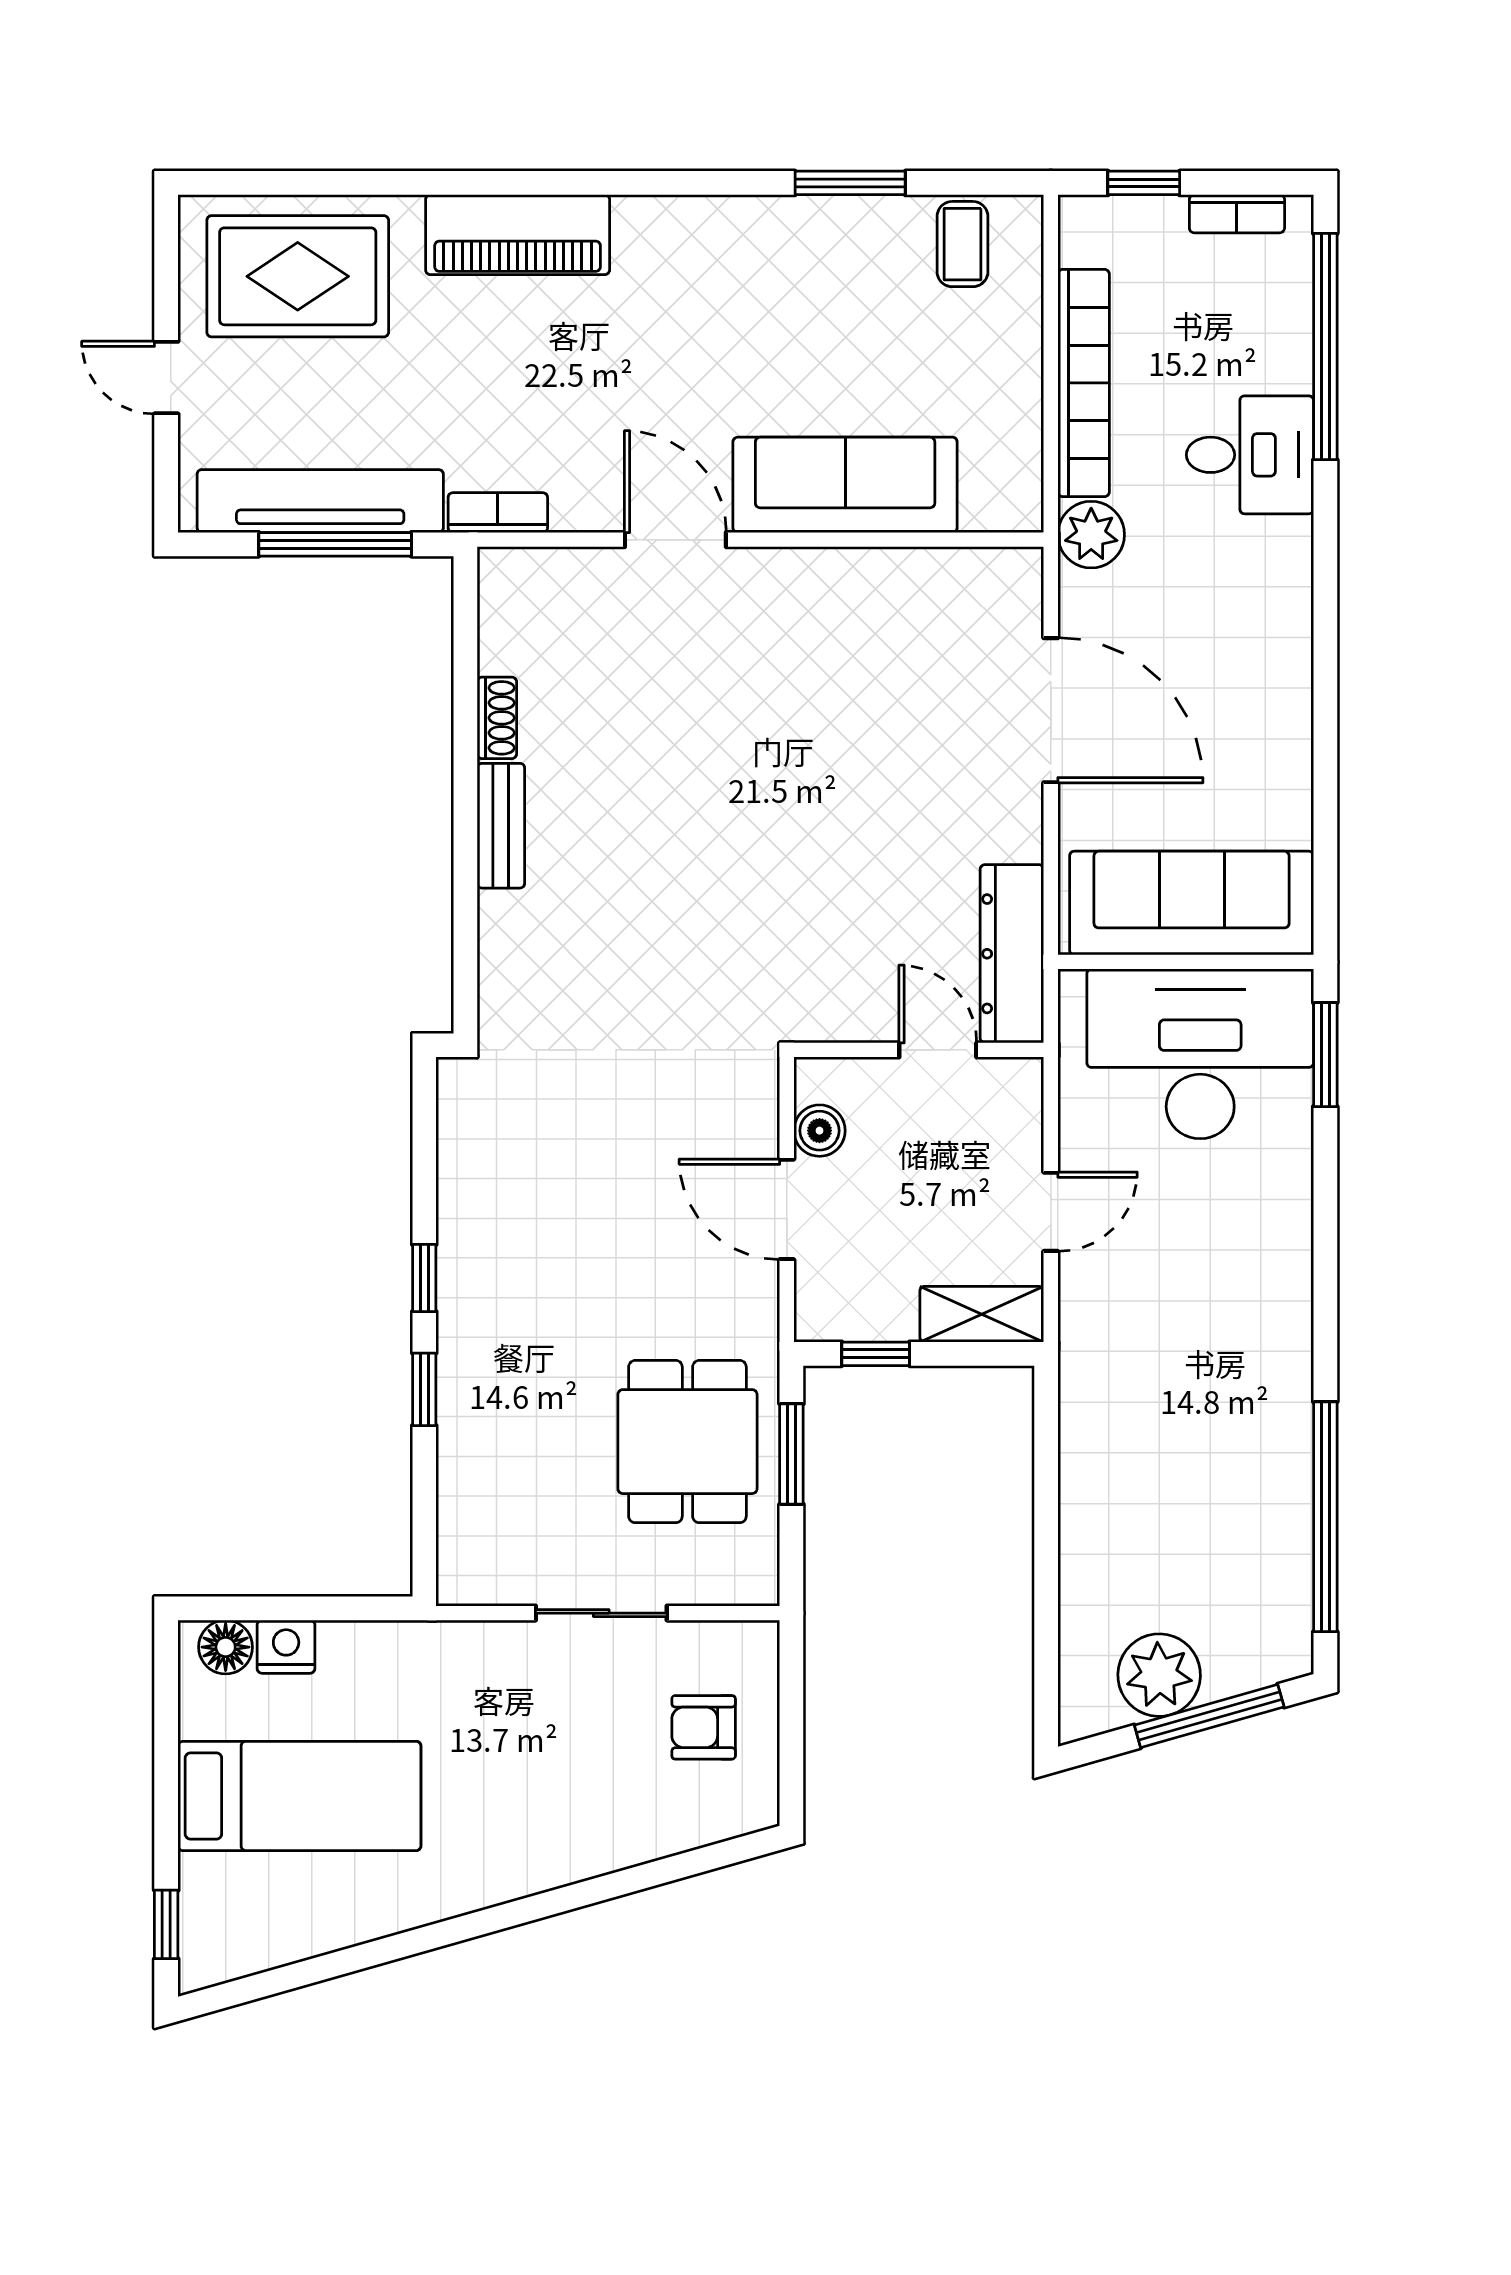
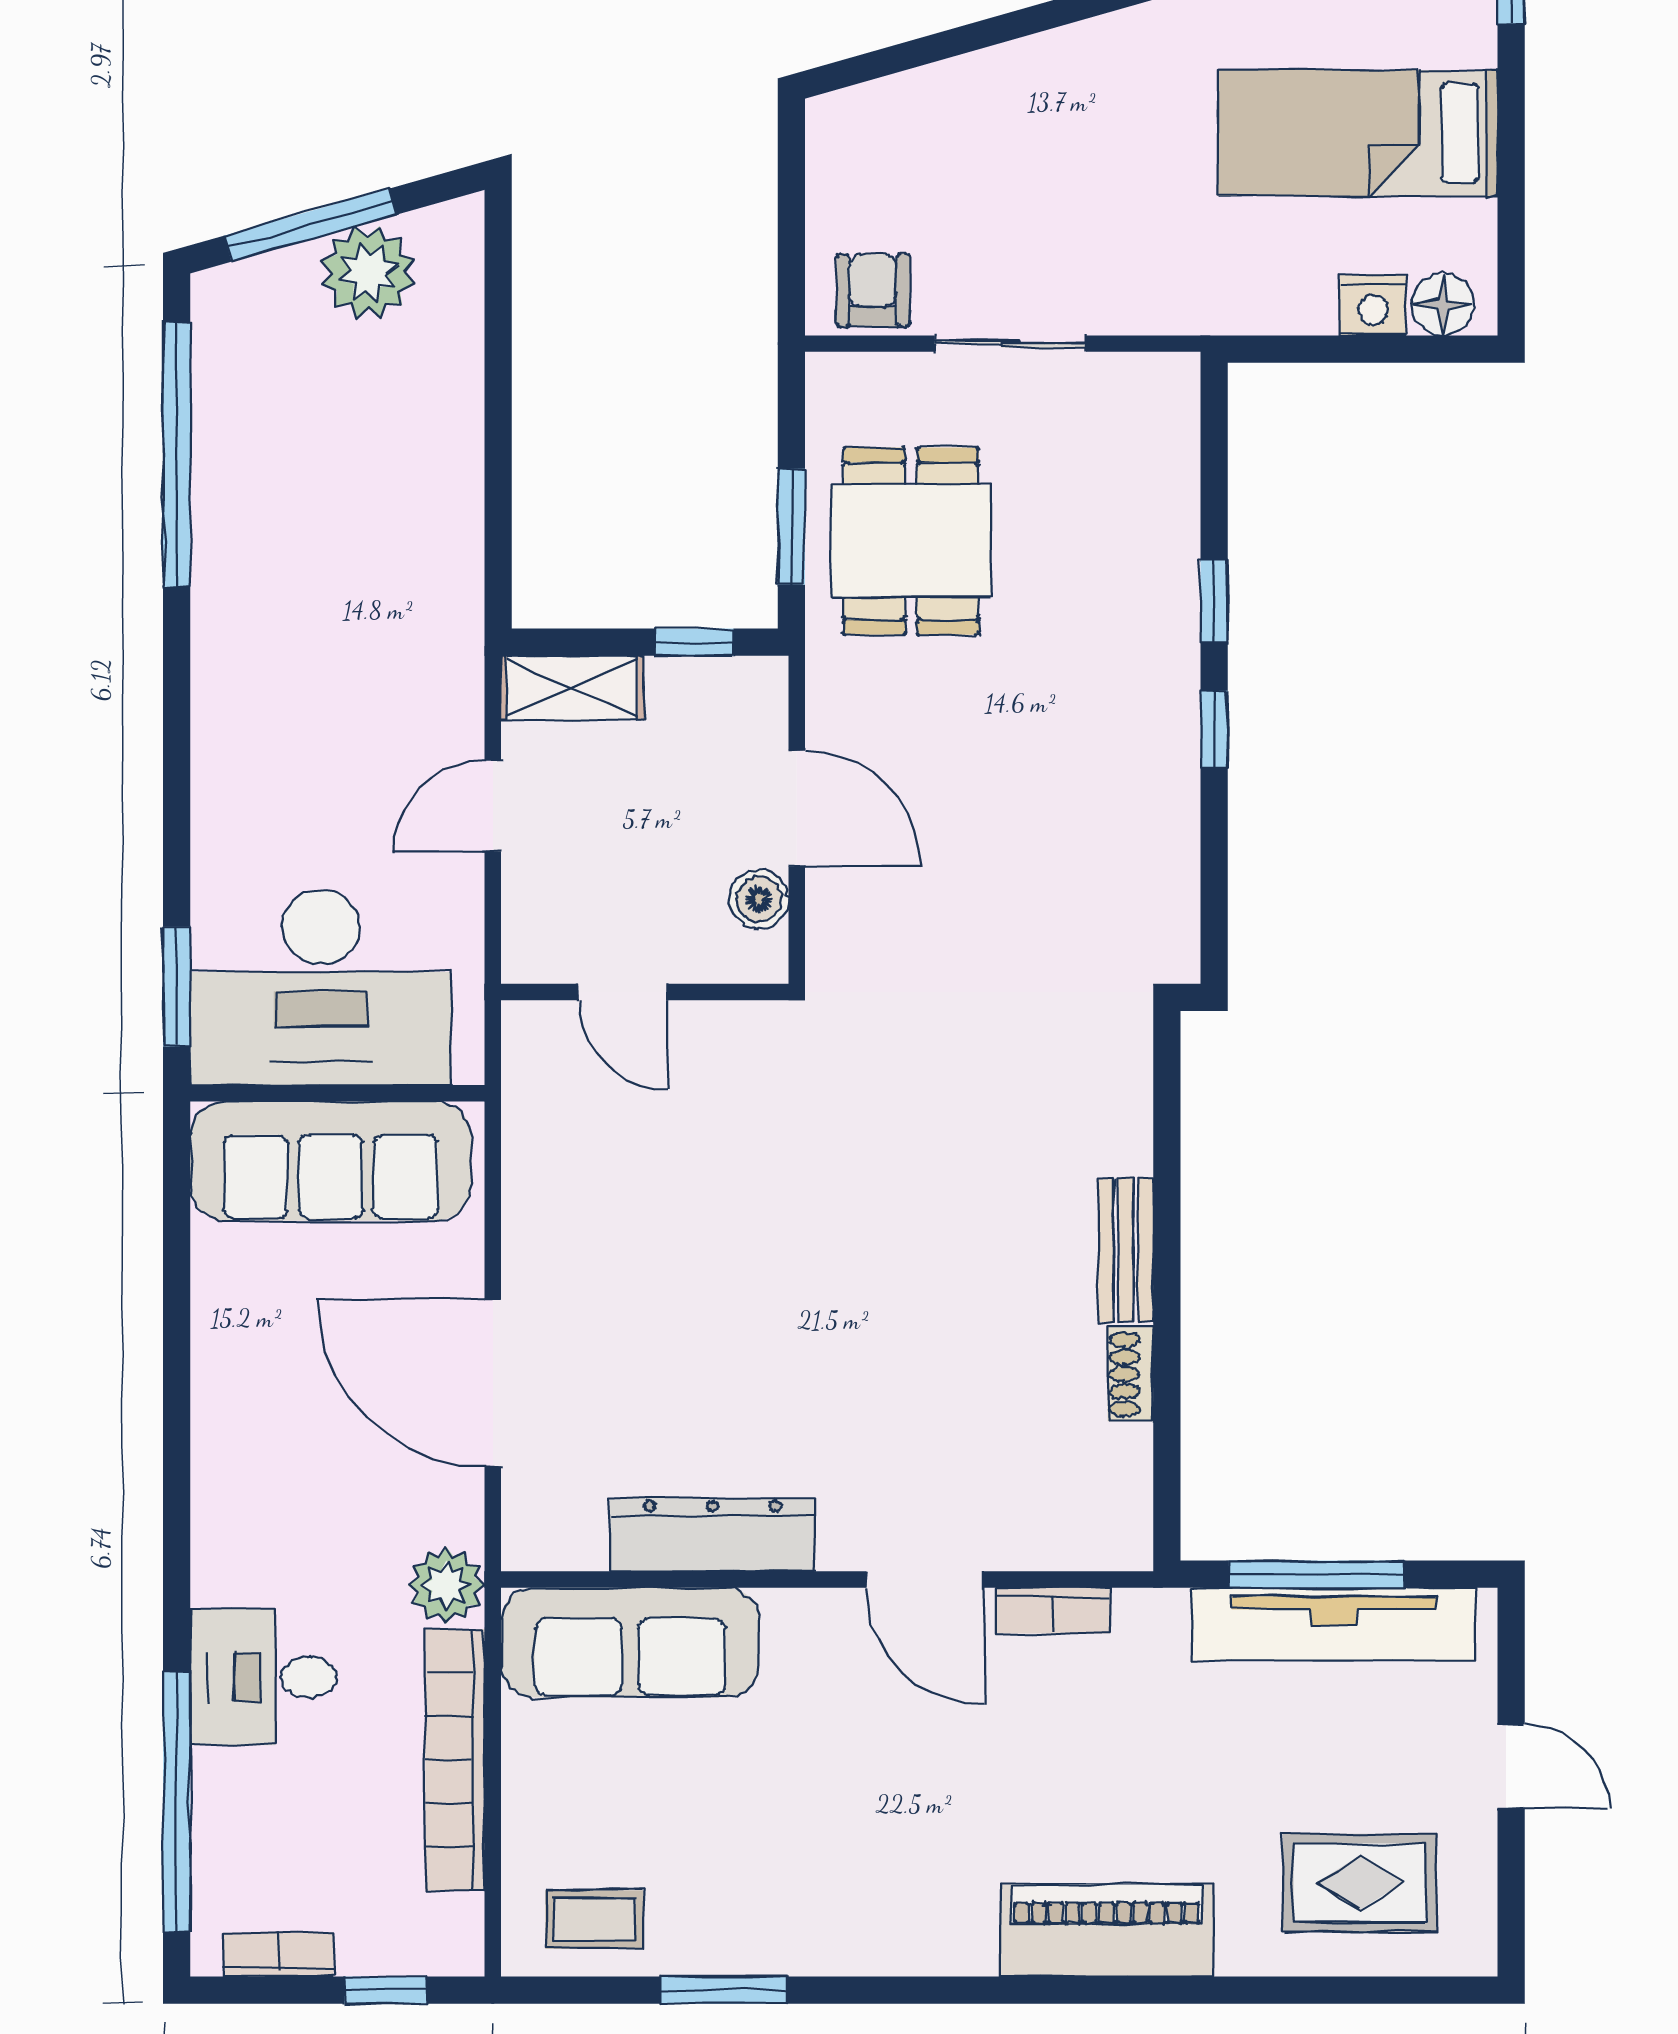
coffee table: (962, 244) -> (594, 1920), turned 90
rug: (298, 276) -> (1360, 1883), width x0.73, depth x0.70
sofa: (845, 485) -> (630, 1642), moved
bookcase: (498, 513) -> (1053, 1611), moved
dresser: (1012, 954) -> (713, 1535), moved, turned -90
armchair: (704, 1727) -> (873, 290), moved, turned -90

